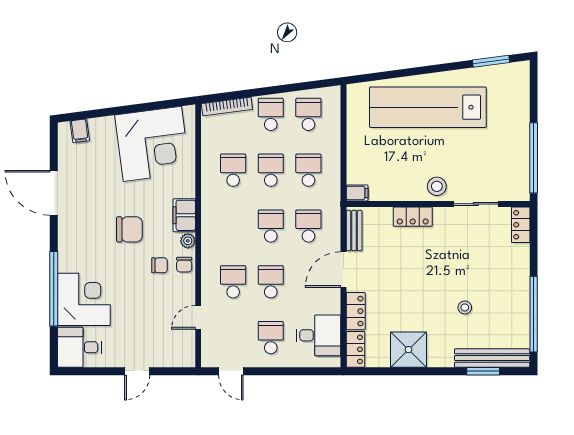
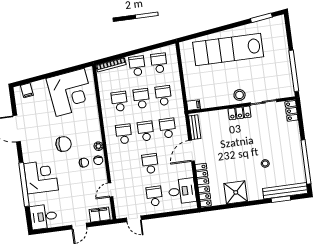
filing cabinet: (184, 215) -> (100, 215), moved, turned 90
locker: (413, 217) -> (240, 113), moved
school desk: (233, 282) -> (124, 134), moved
corner desk: (84, 299) -> (41, 177), moved

